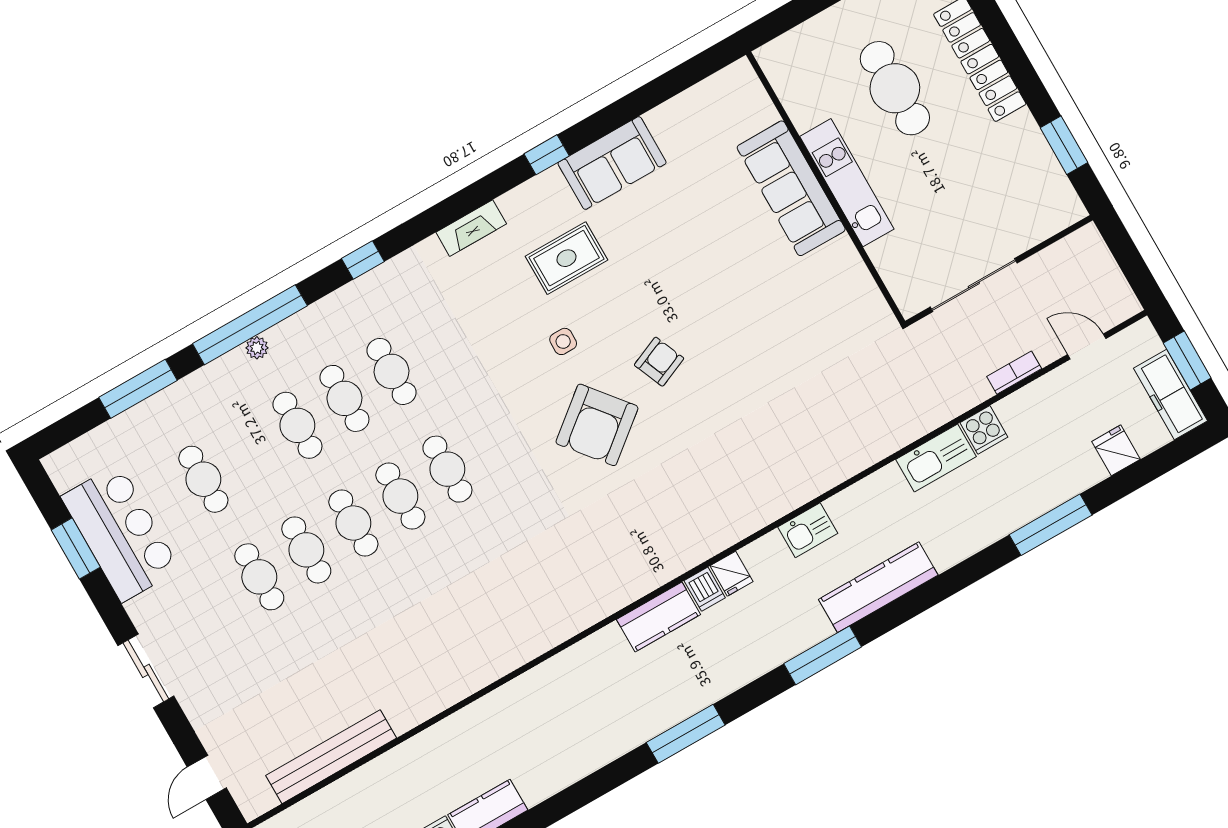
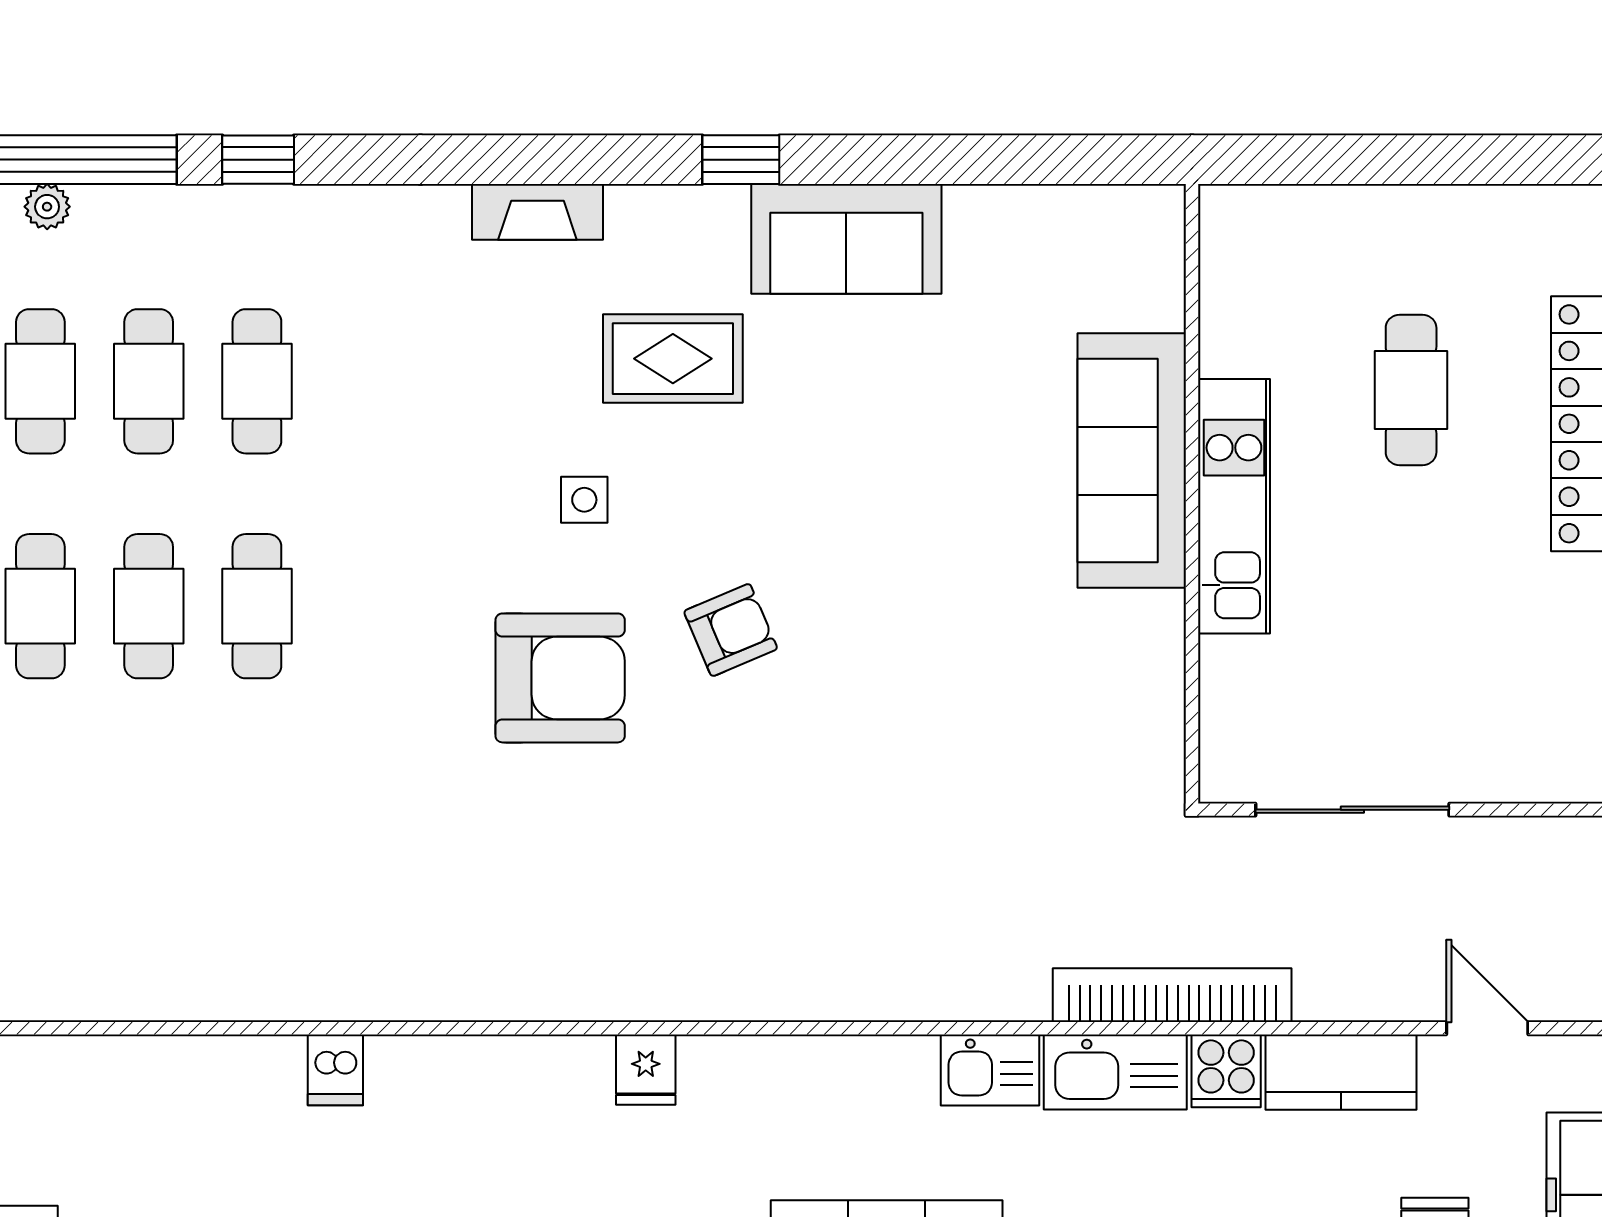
cafe table: (895, 88) -> (1411, 390), width x0.73, depth x0.74
window: (363, 260) -> (258, 160), moved
bookcase: (1014, 373) -> (1172, 995), moved, width x2.31, depth x1.31
armchair: (597, 425) -> (560, 678), turned -141
kitchen sink: (808, 530) -> (990, 1070), moved
dishwasher: (705, 589) -> (335, 1070), moved
kitchen counter: (658, 617) -> (1341, 1072), moved

